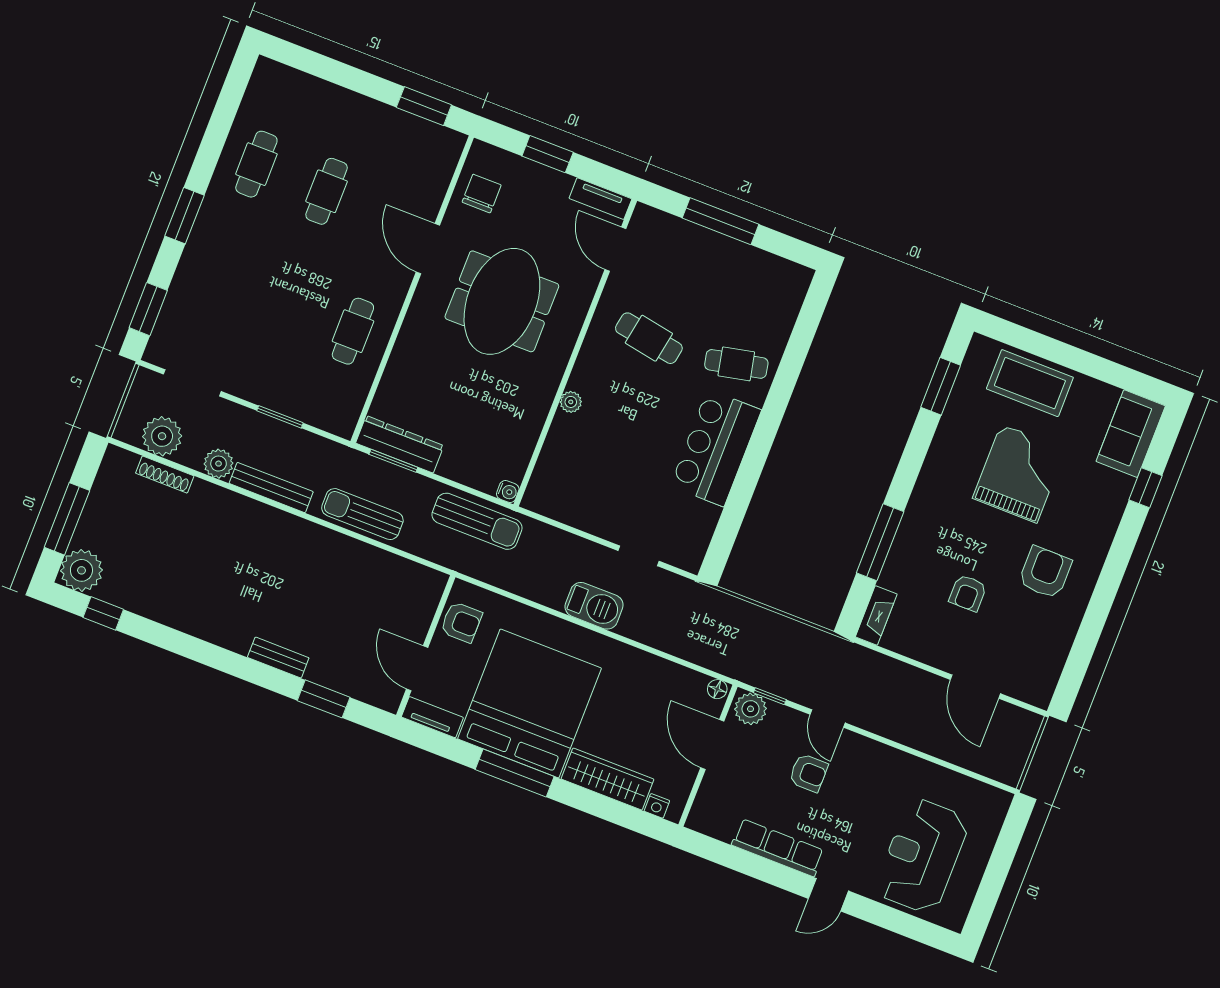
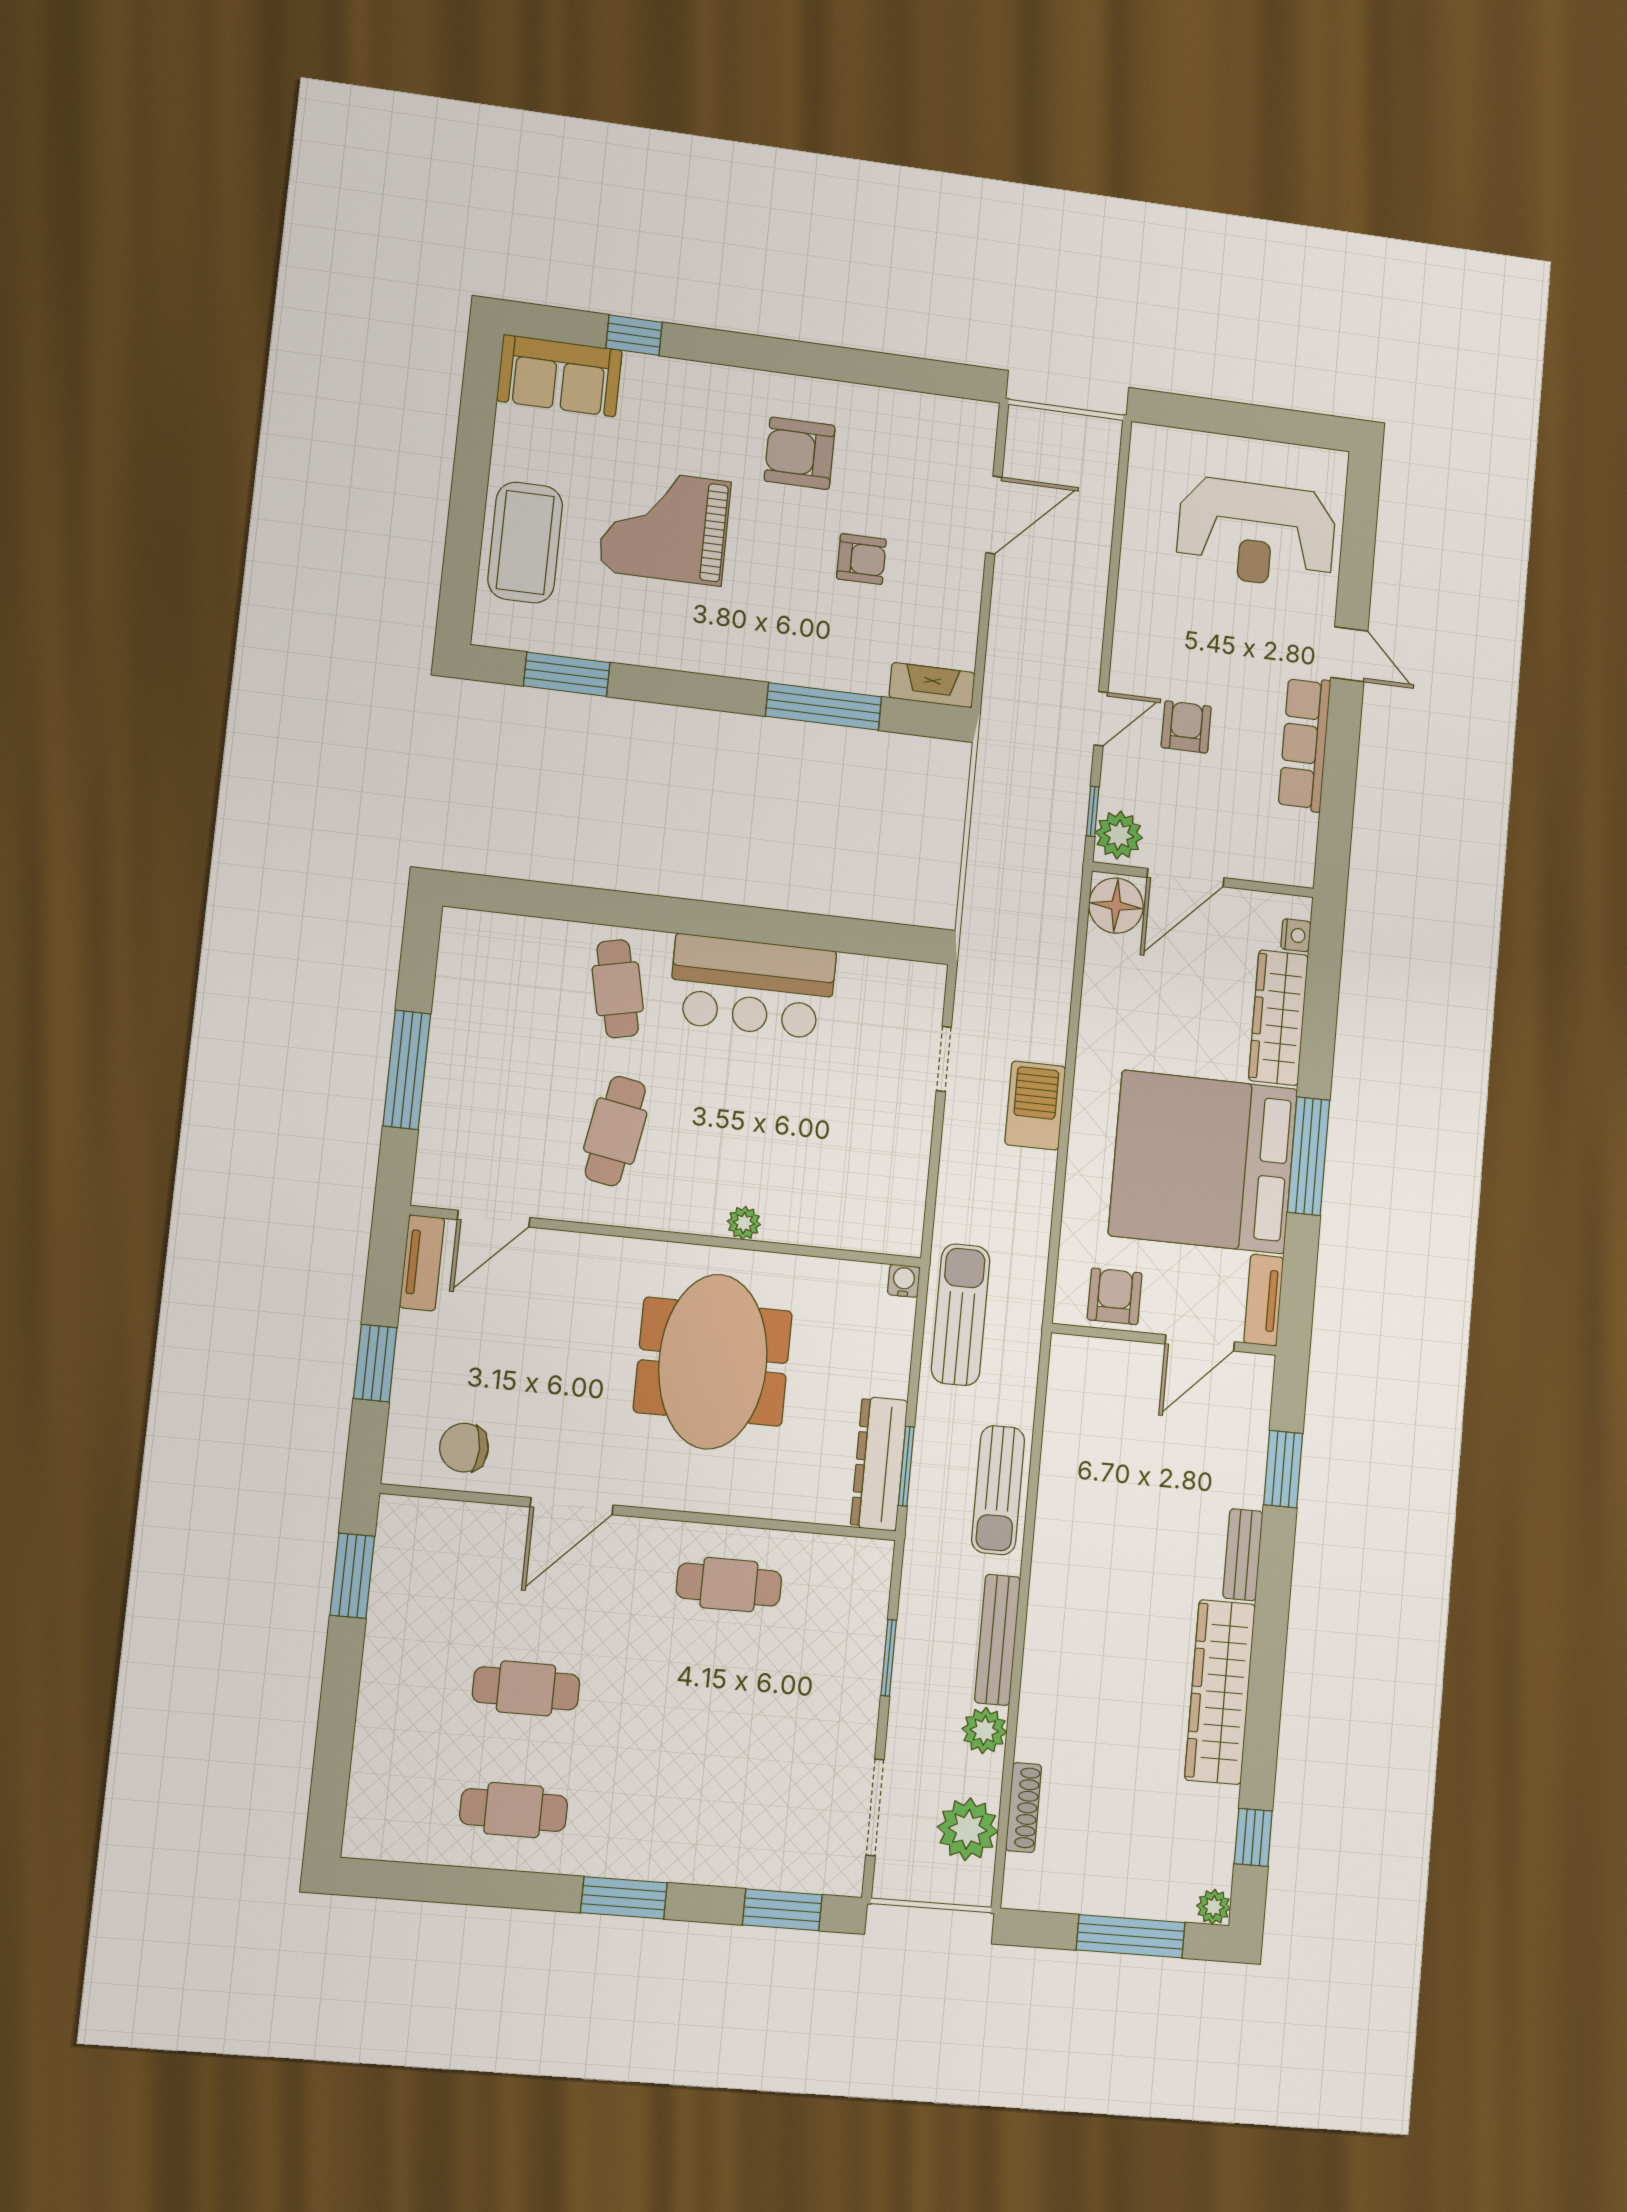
meeting table: (502, 301) -> (713, 1362), moved, turned 90
plant: (81, 570) -> (1214, 1907), width x0.53, depth x0.53
wardrobe: (198, 618) -> (1220, 1692), added
floor lamp: (717, 689) -> (1116, 906), width x1.89, depth x1.89

